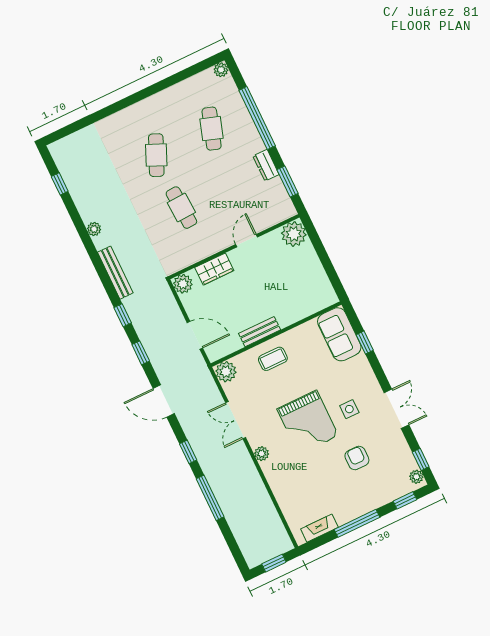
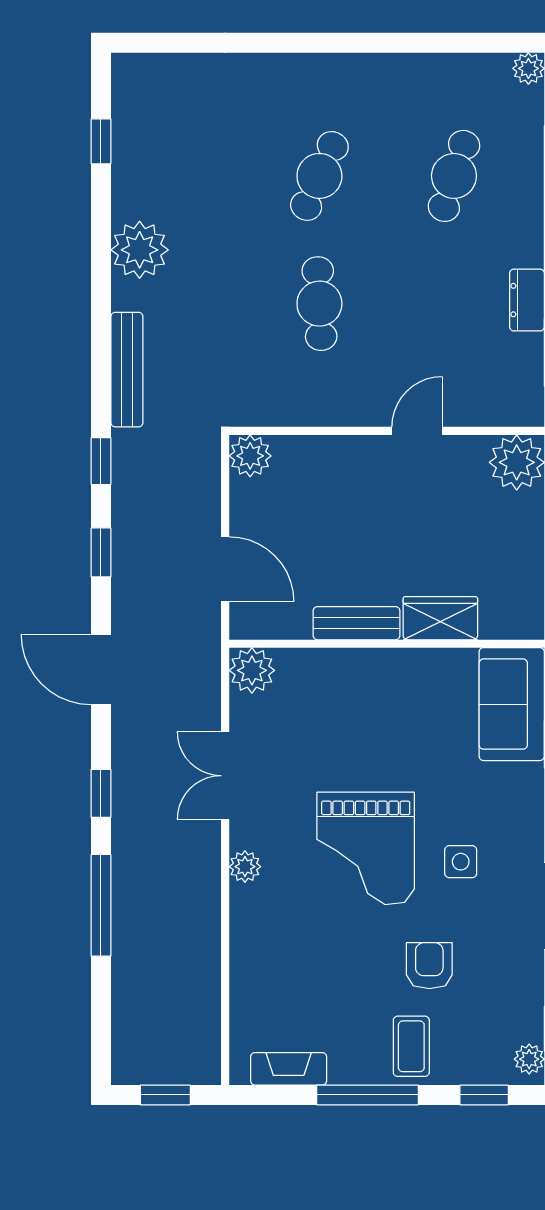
plant: (94, 229) -> (140, 250), width x1.87, depth x1.87
wardrobe: (214, 269) -> (440, 618), moved, turned 180
coffee table: (273, 359) -> (411, 1046), moved, turned 90

